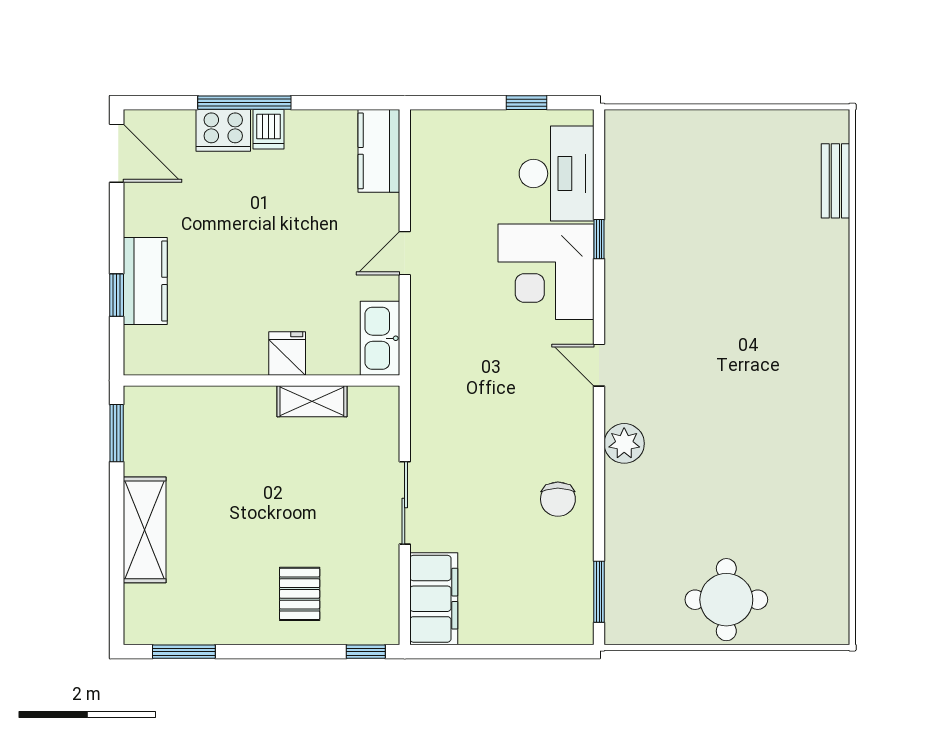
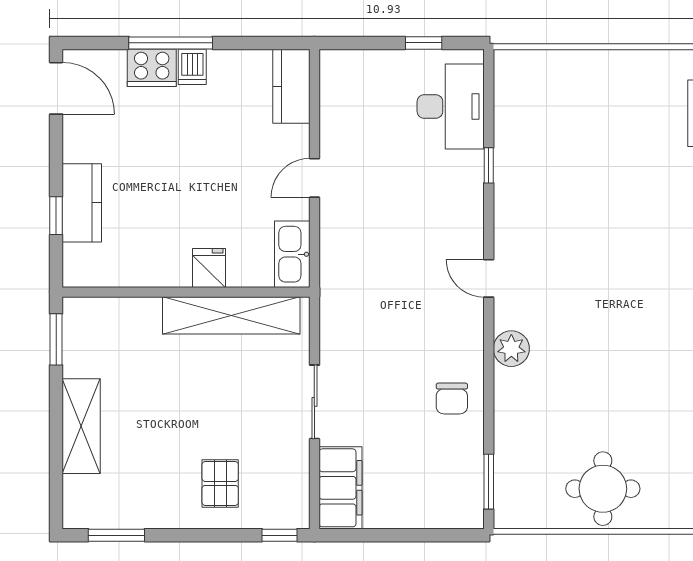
corner desk: (546, 272) -> (441, 195), removed
shelving: (312, 401) -> (231, 315), width x2.20, depth x1.33

